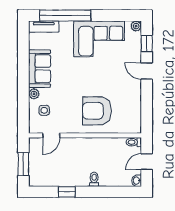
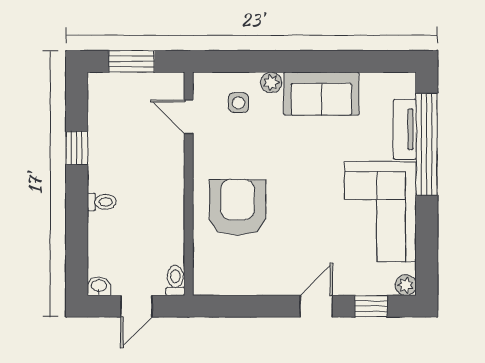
tv unit: (44, 27) -> (405, 129), moved
door: (147, 162) -> (137, 306), swing flipped

